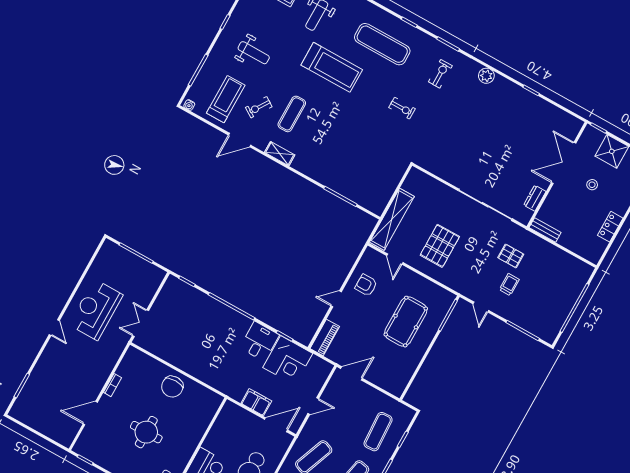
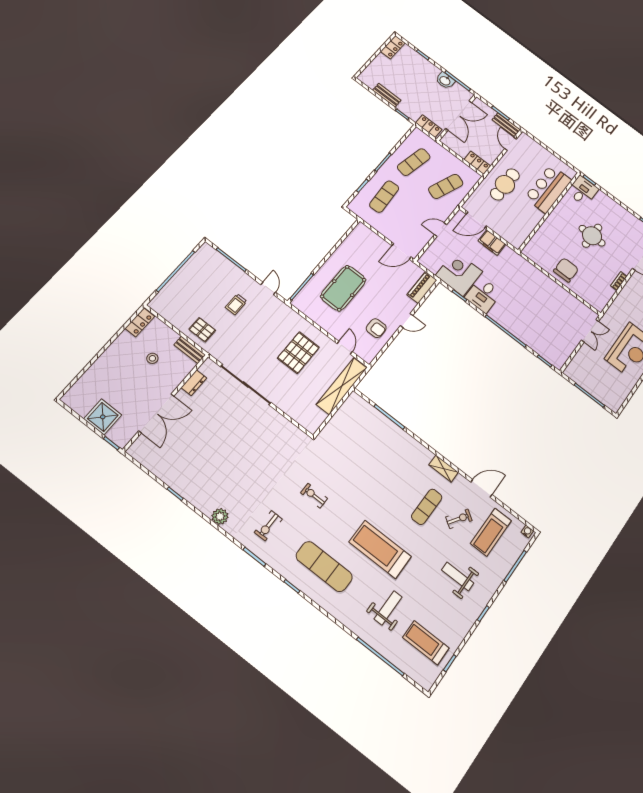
stool: (592, 185) -> (152, 358), moved
locker: (610, 227) -> (140, 322), moved
pallet: (511, 256) -> (202, 330), moved

